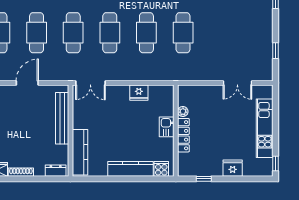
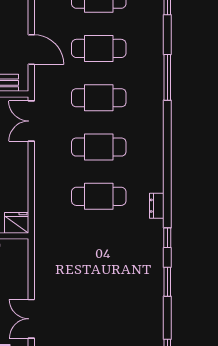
cafe table: (183, 33) -> (99, 246), removed
door: (27, 83) -> (31, 49), moved
fridge: (139, 93) -> (17, 223), moved, turned 90

